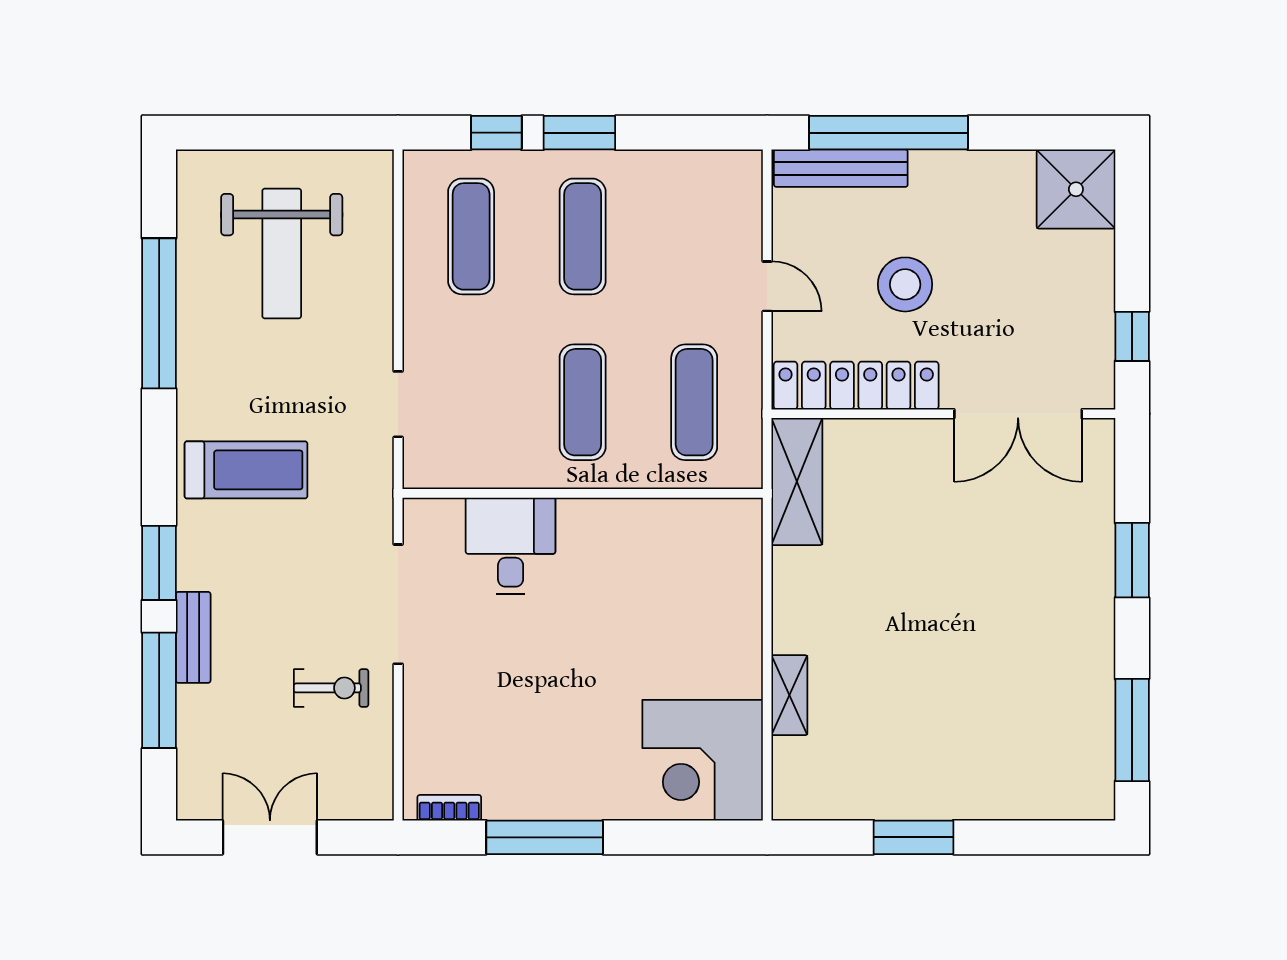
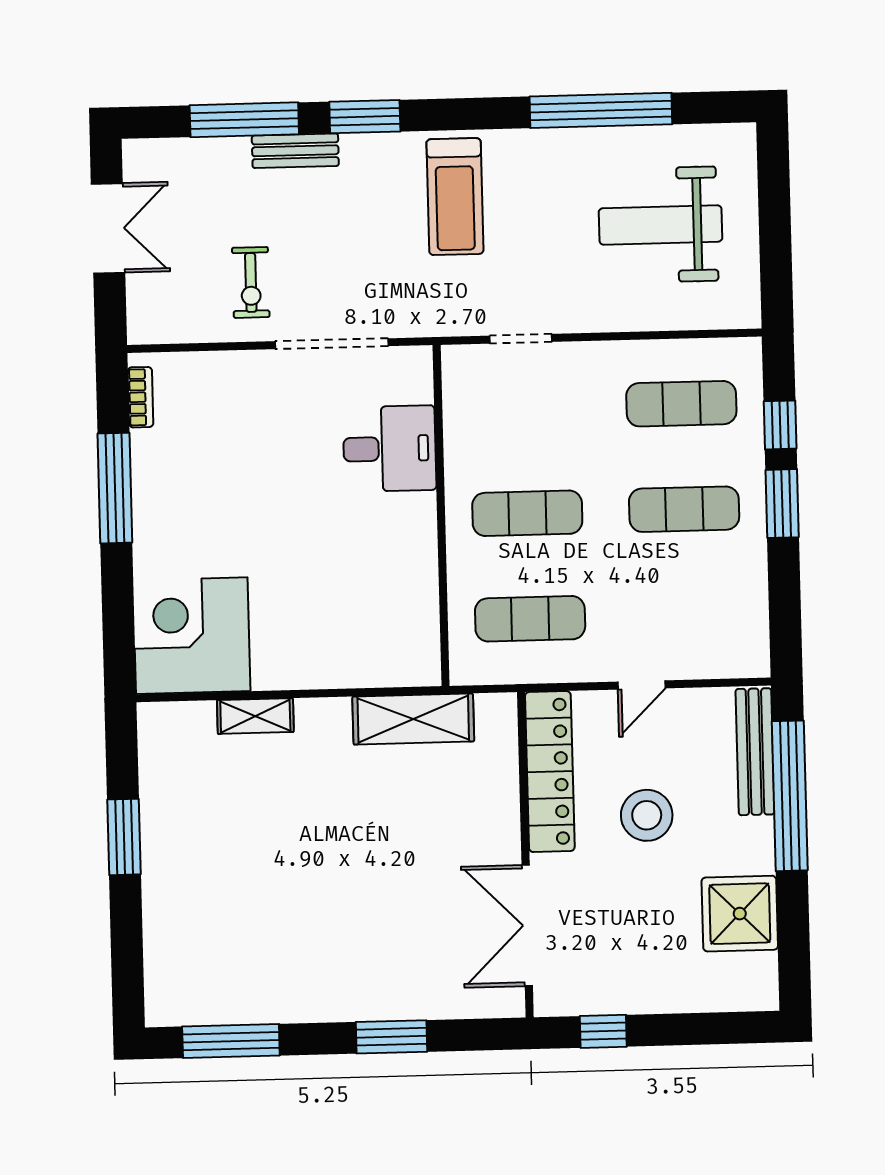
shower: (1076, 189) -> (740, 914), moved
shelving: (797, 482) -> (413, 719), moved

